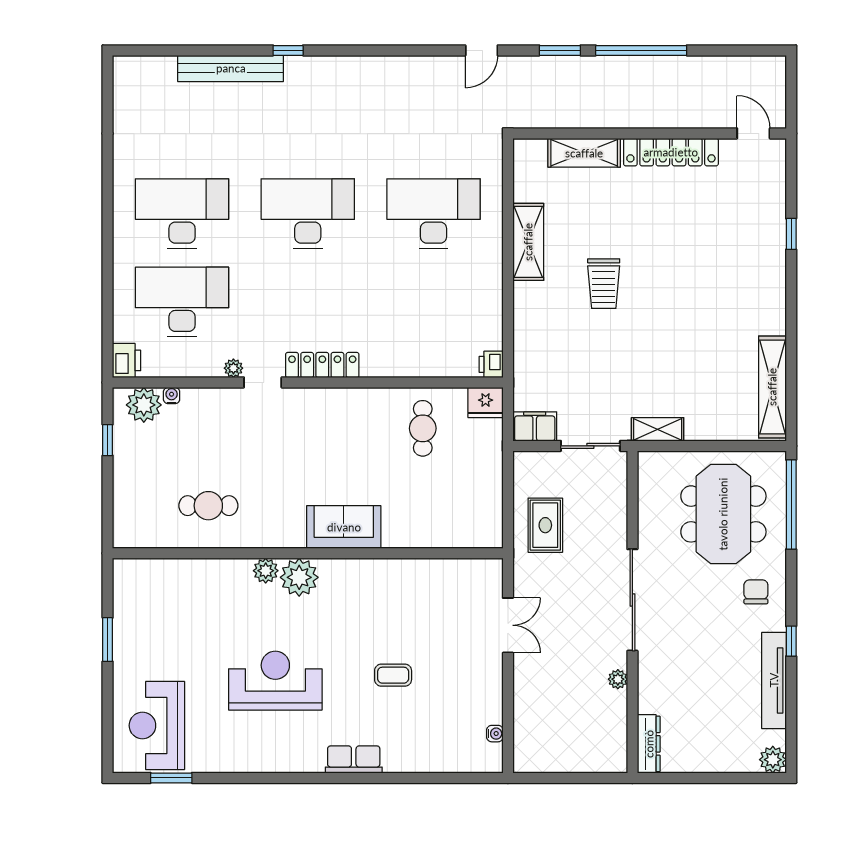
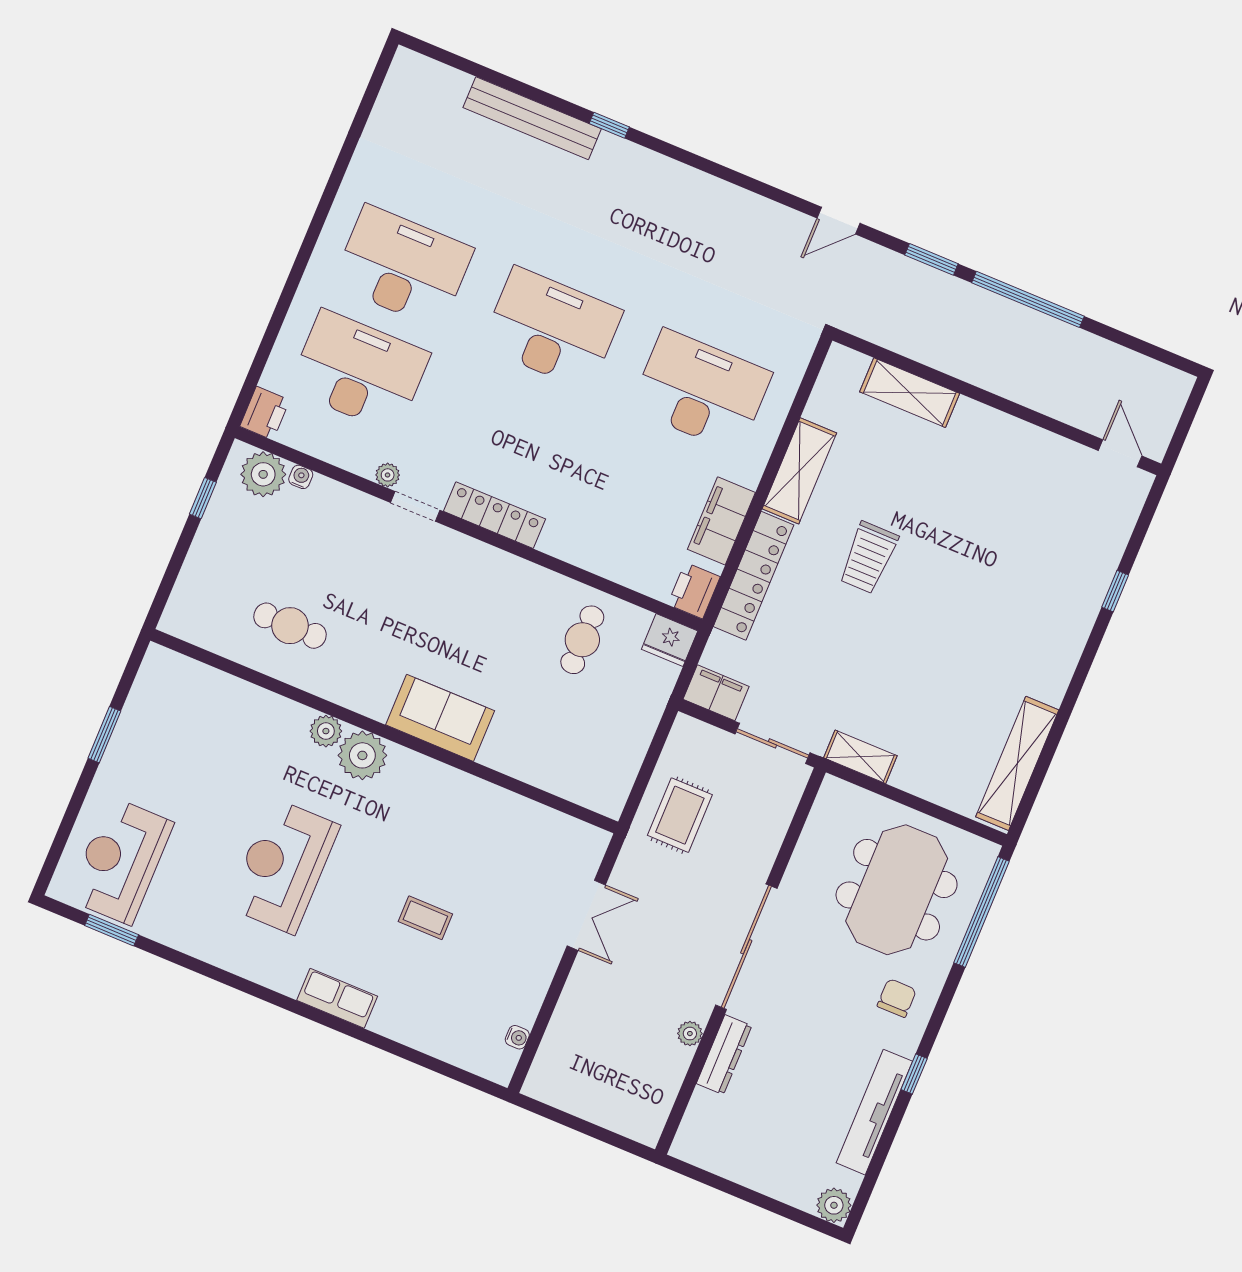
locker: (671, 152) -> (753, 576), moved, turned -90
filing cabinet: (487, 301) -> (721, 521), added
printer: (491, 364) -> (694, 591), width x1.36, depth x1.24
reception desk: (275, 681) -> (283, 866), turned -90
dresser: (649, 744) -> (724, 1055), moved

